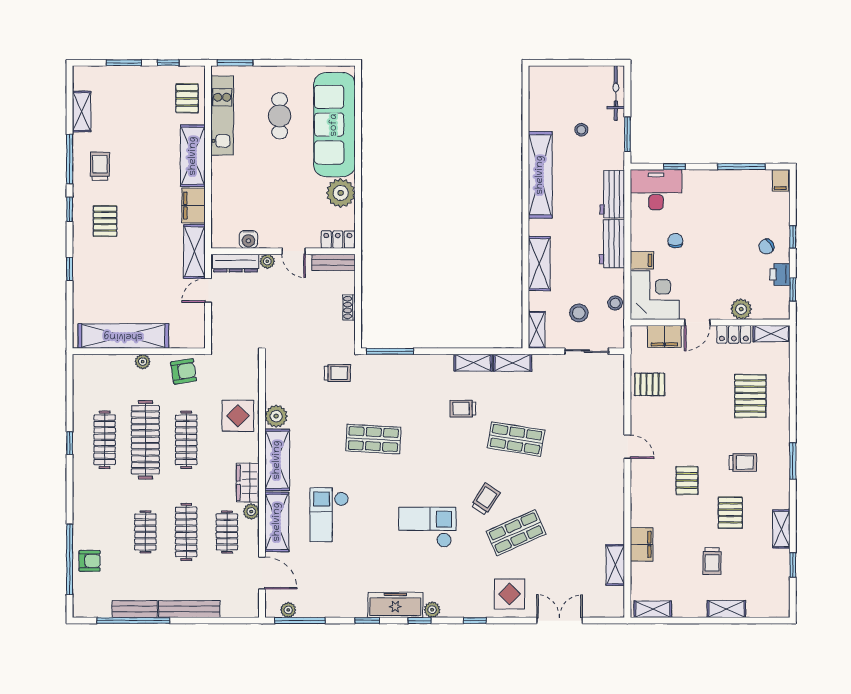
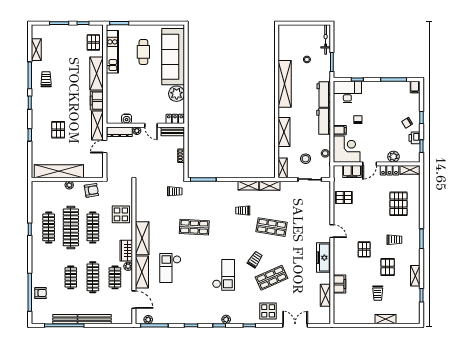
pallet: (105, 221) -> (58, 130), moved
plant: (276, 416) -> (142, 215), removed
checkout: (427, 527) -> (224, 275), turned 90
freezer: (395, 605) -> (323, 258), moved, turned -90
shelving: (653, 609) -> (346, 319), removed

